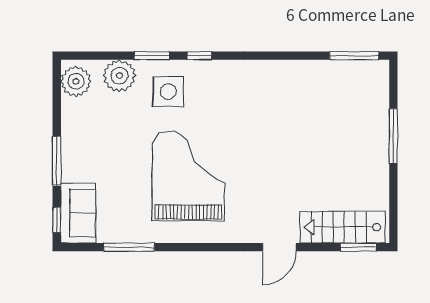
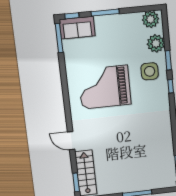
grand piano: (188, 176) -> (105, 87), turned 180
window: (129, 247) -> (59, 38), moved

